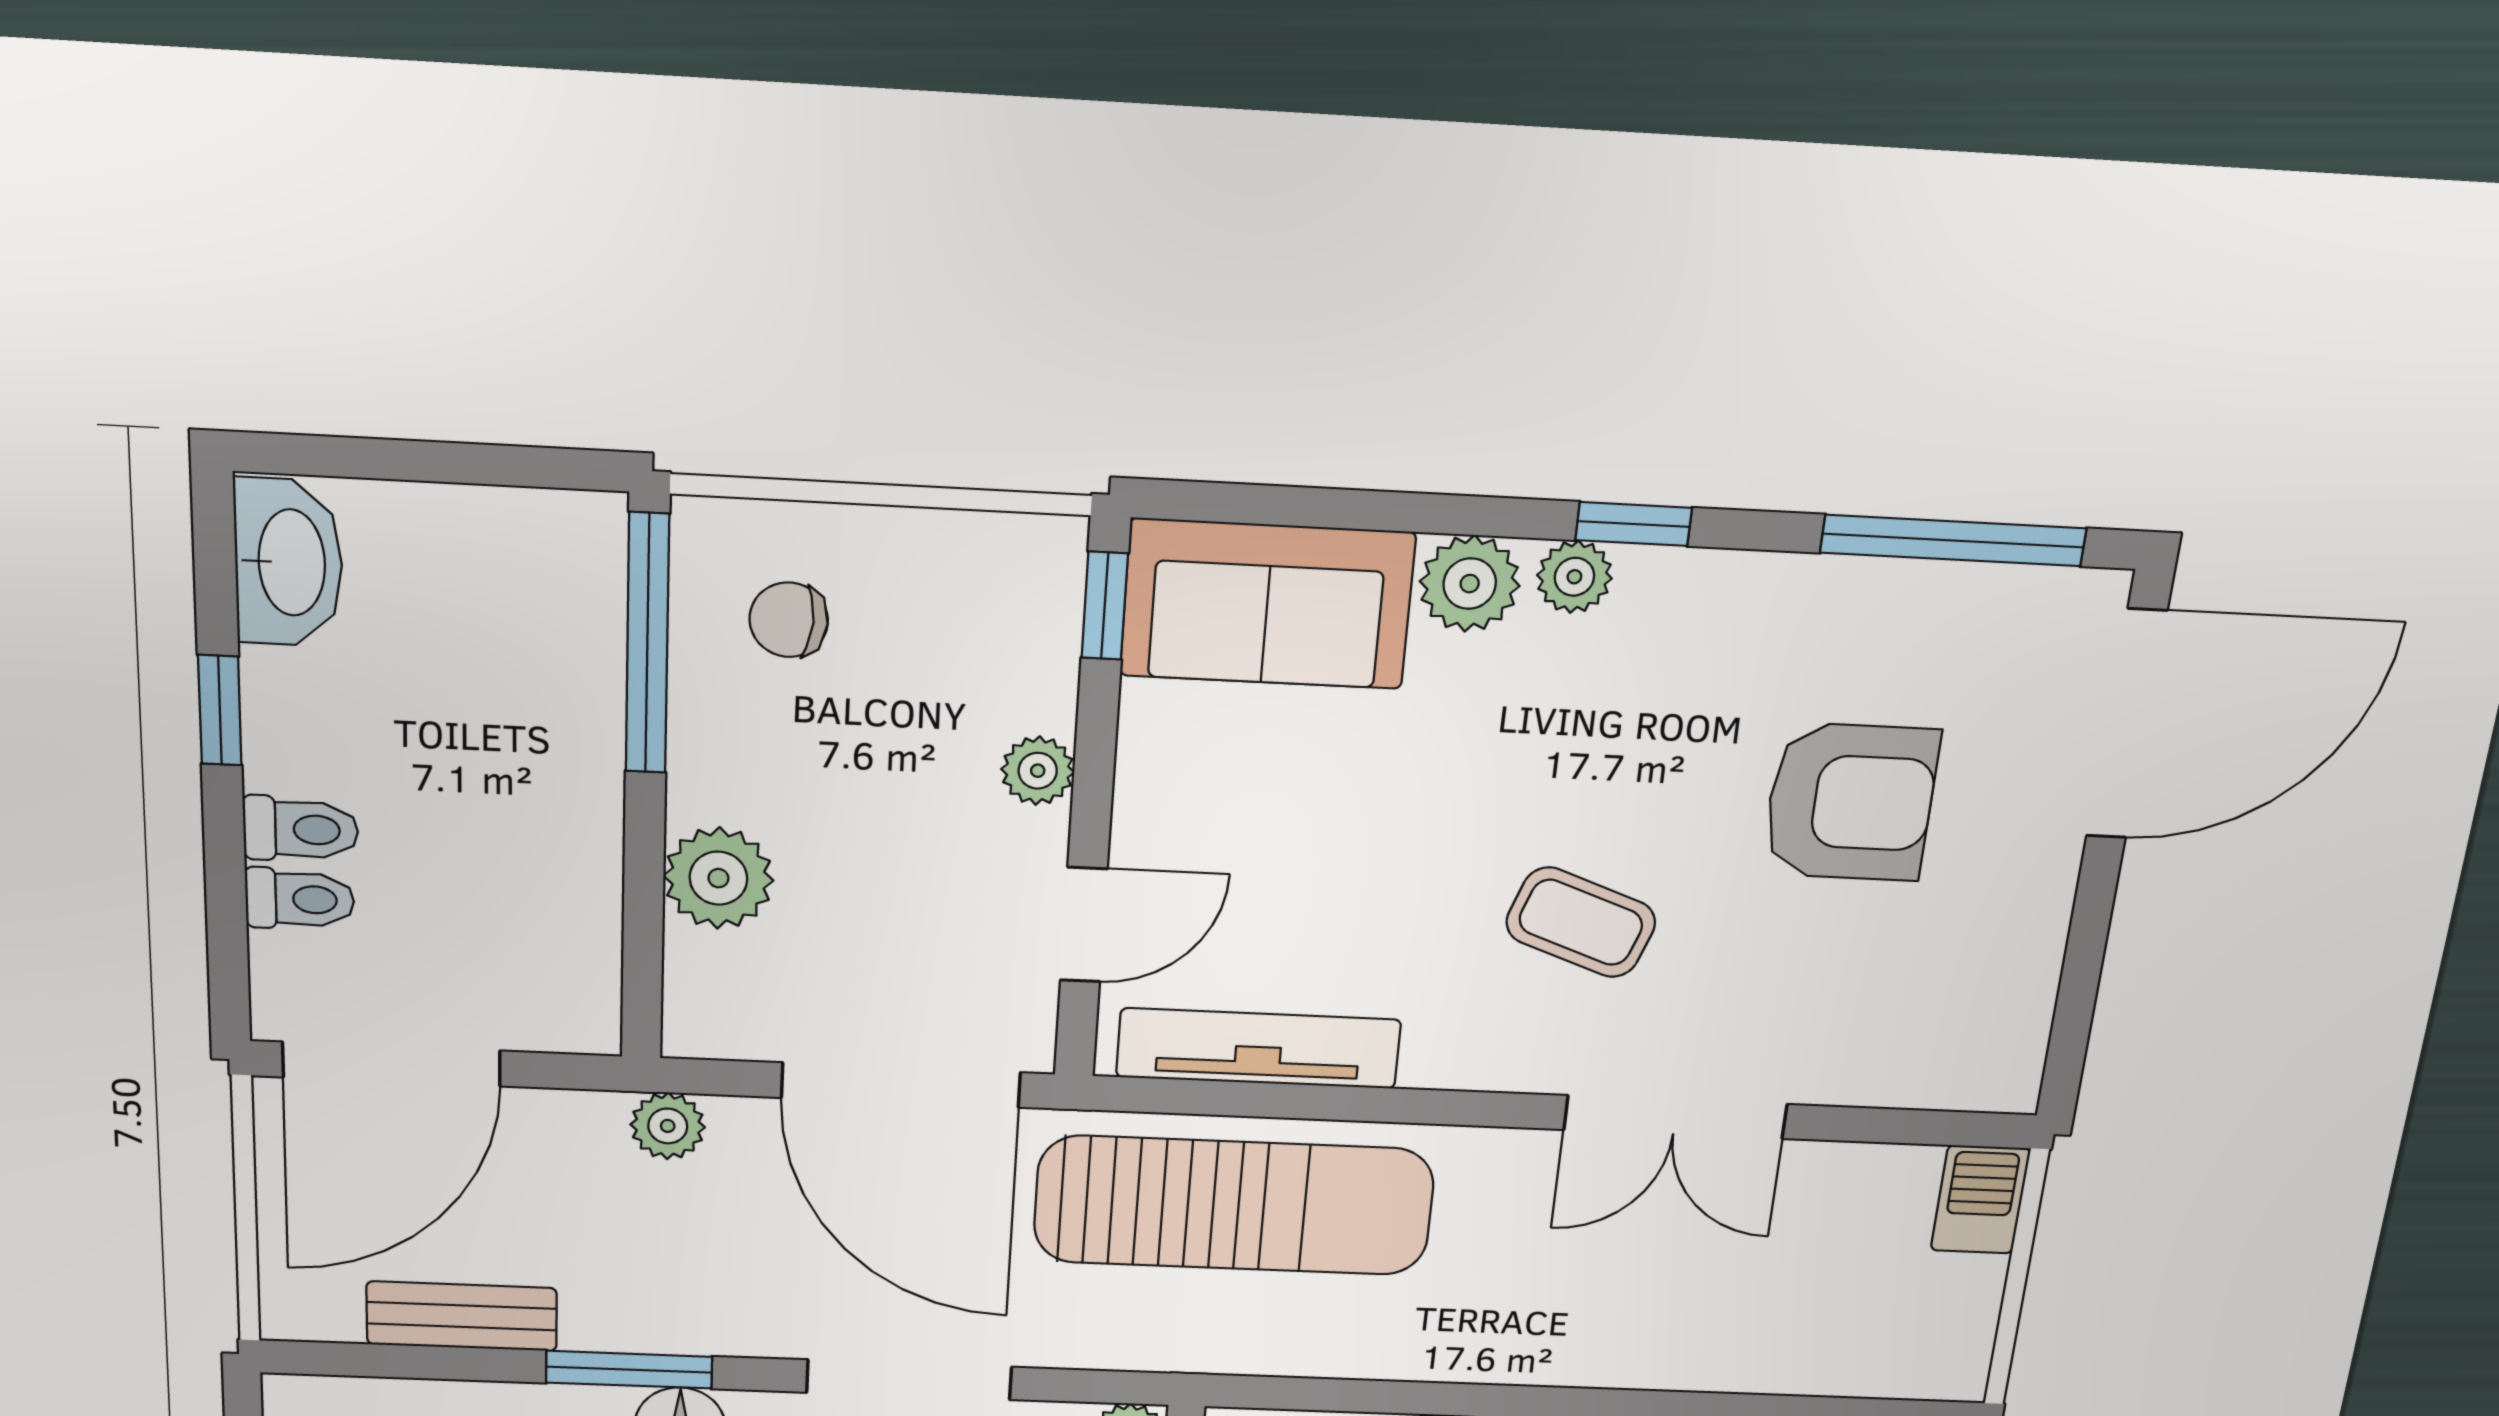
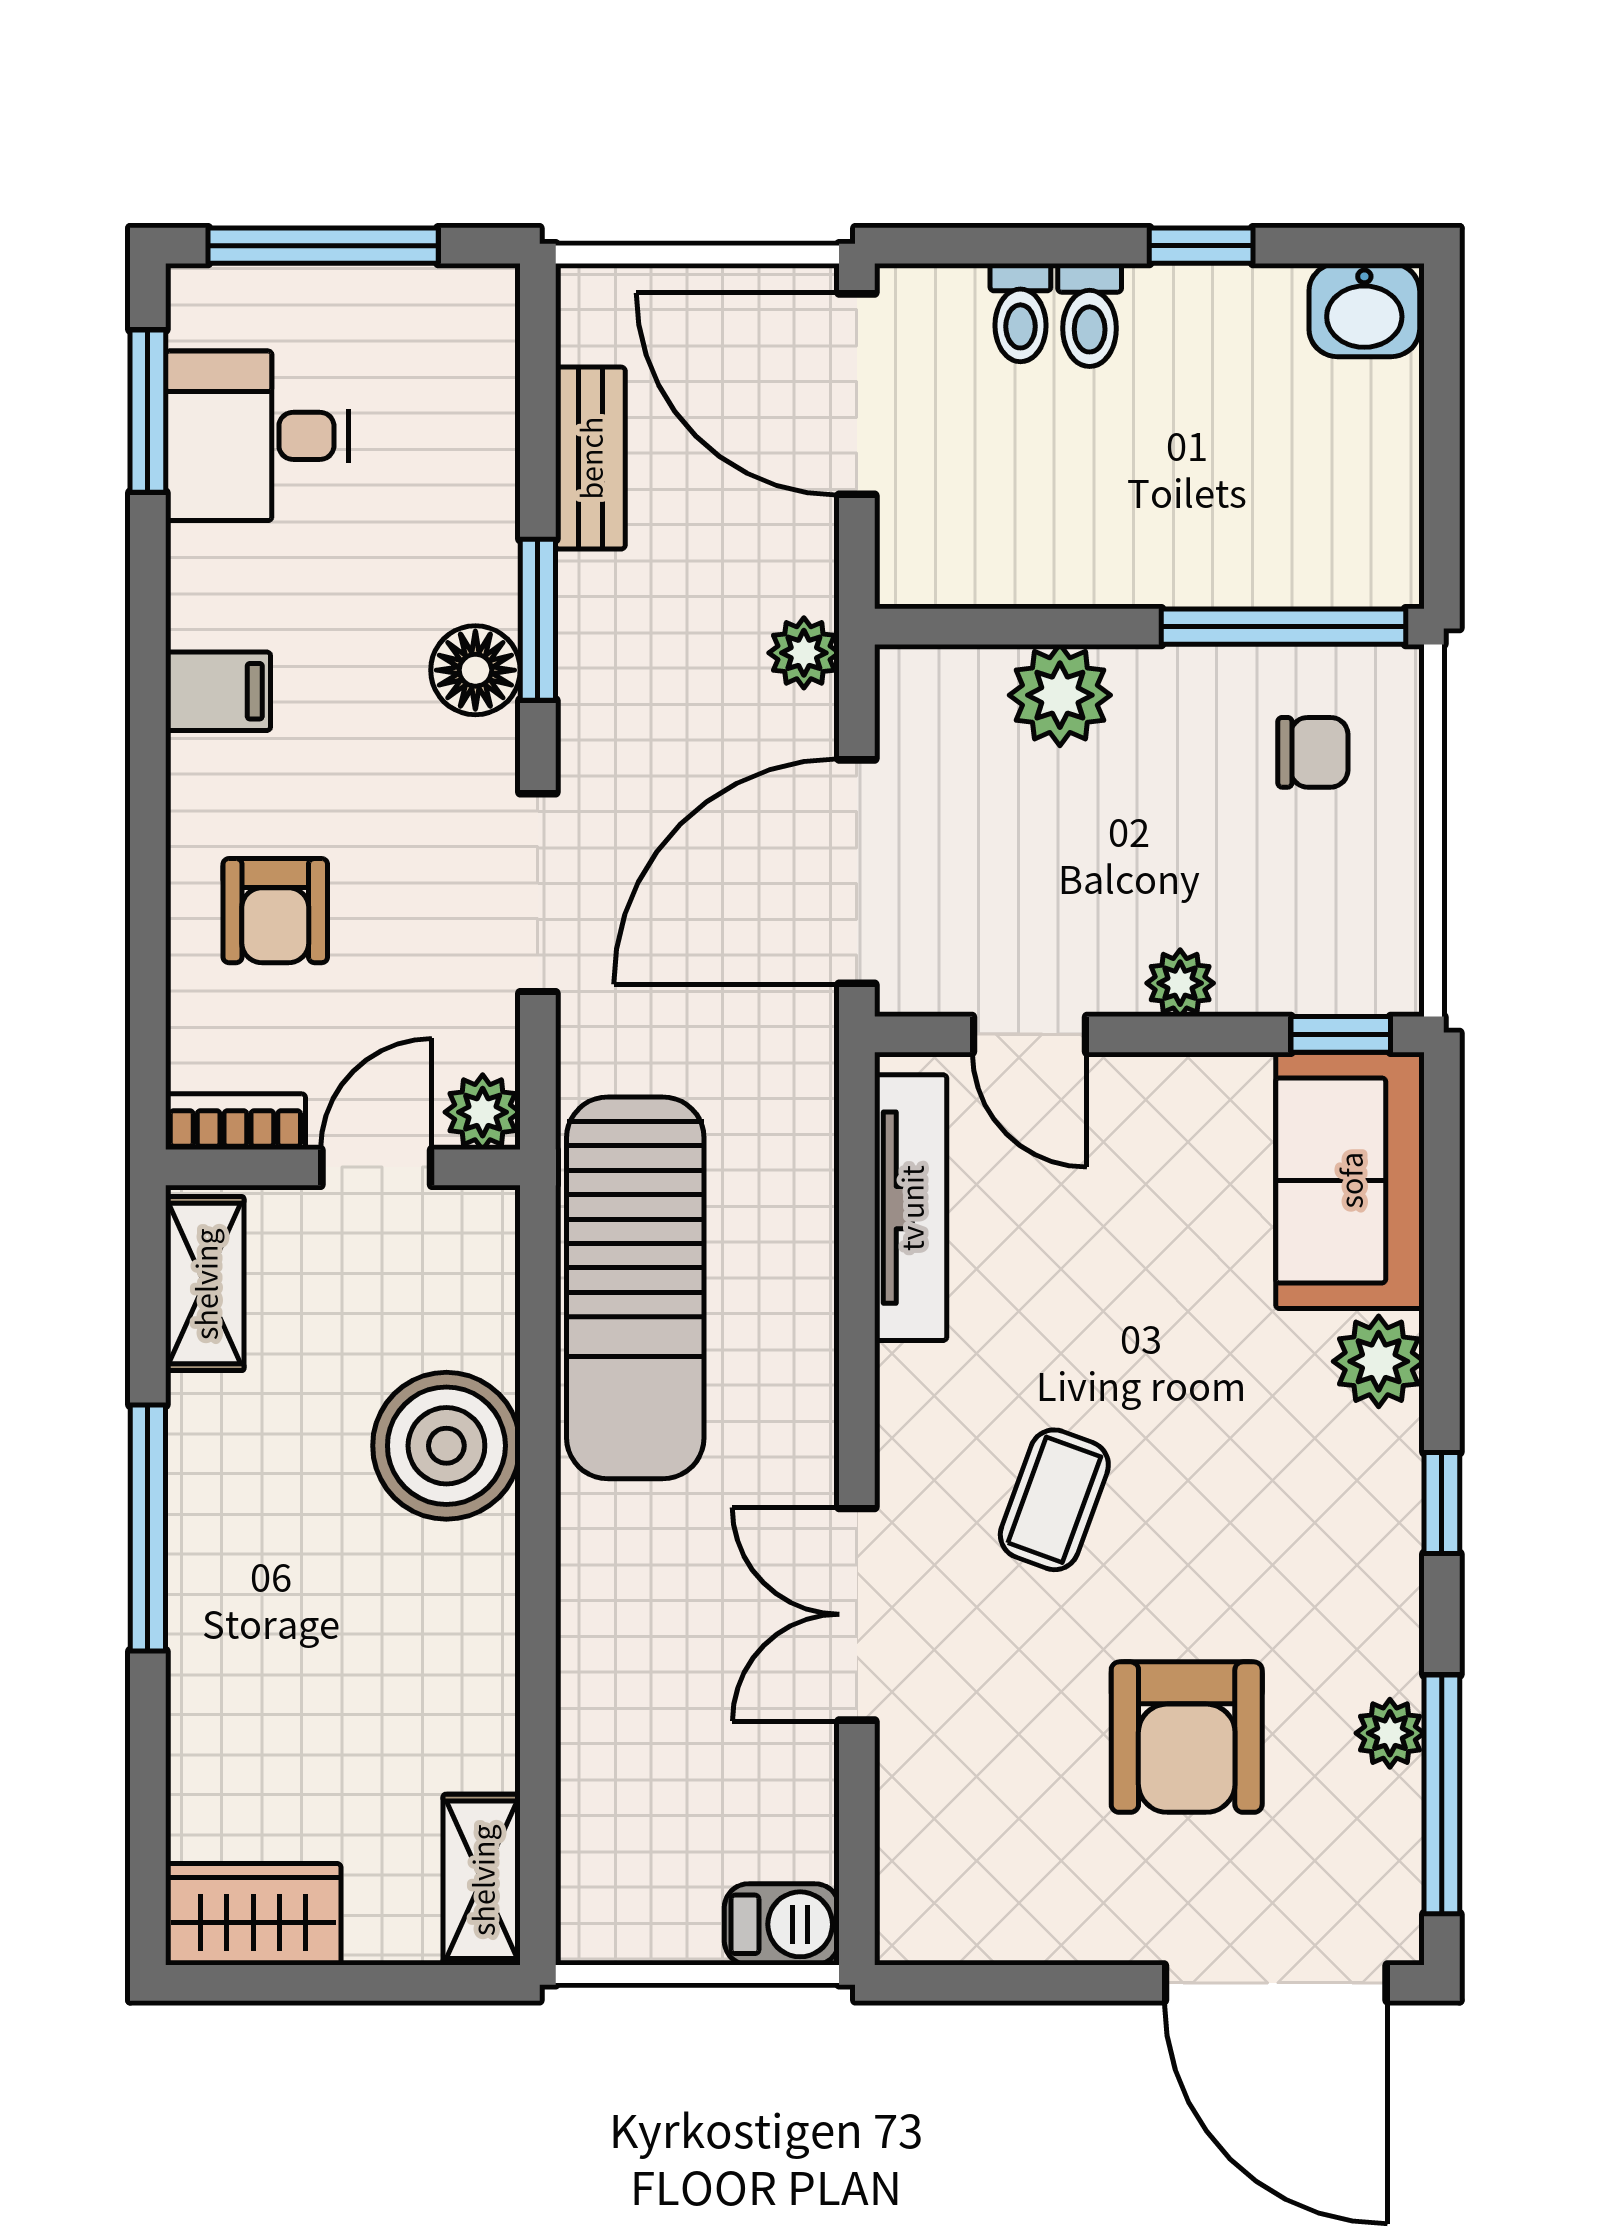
washbasin: (289, 562) -> (1364, 310), width x0.72
plant: (1574, 577) -> (1390, 1733), moved
chair: (789, 620) -> (1313, 752), turned 86
sun lounger: (1234, 1205) -> (635, 1288), moved

